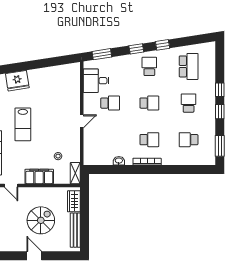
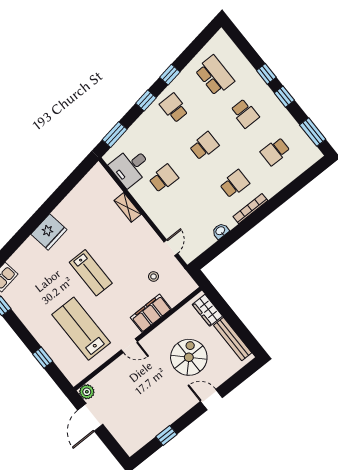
school desk: (189, 103) -> (245, 113), turned 180
door: (82, 121) -> (171, 248), moved
shelving: (75, 173) -> (128, 207), moved

